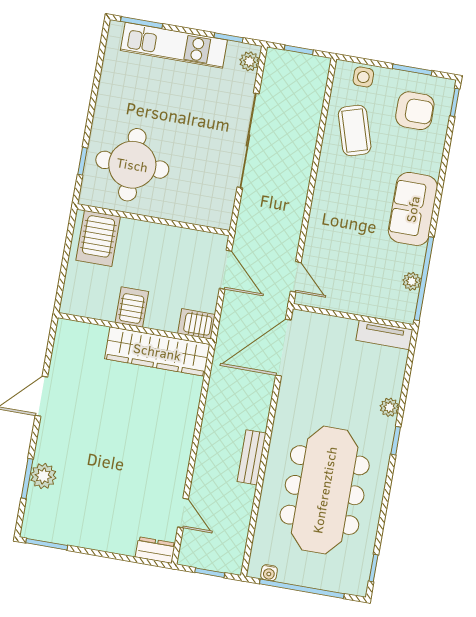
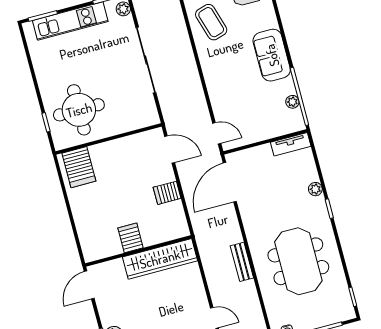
server rack: (132, 307) -> (131, 238), moved
wall: (134, 328) -> (138, 251), moved
wardrobe: (157, 352) -> (160, 259), moved
meeting table: (325, 490) -> (298, 261), width x0.73

